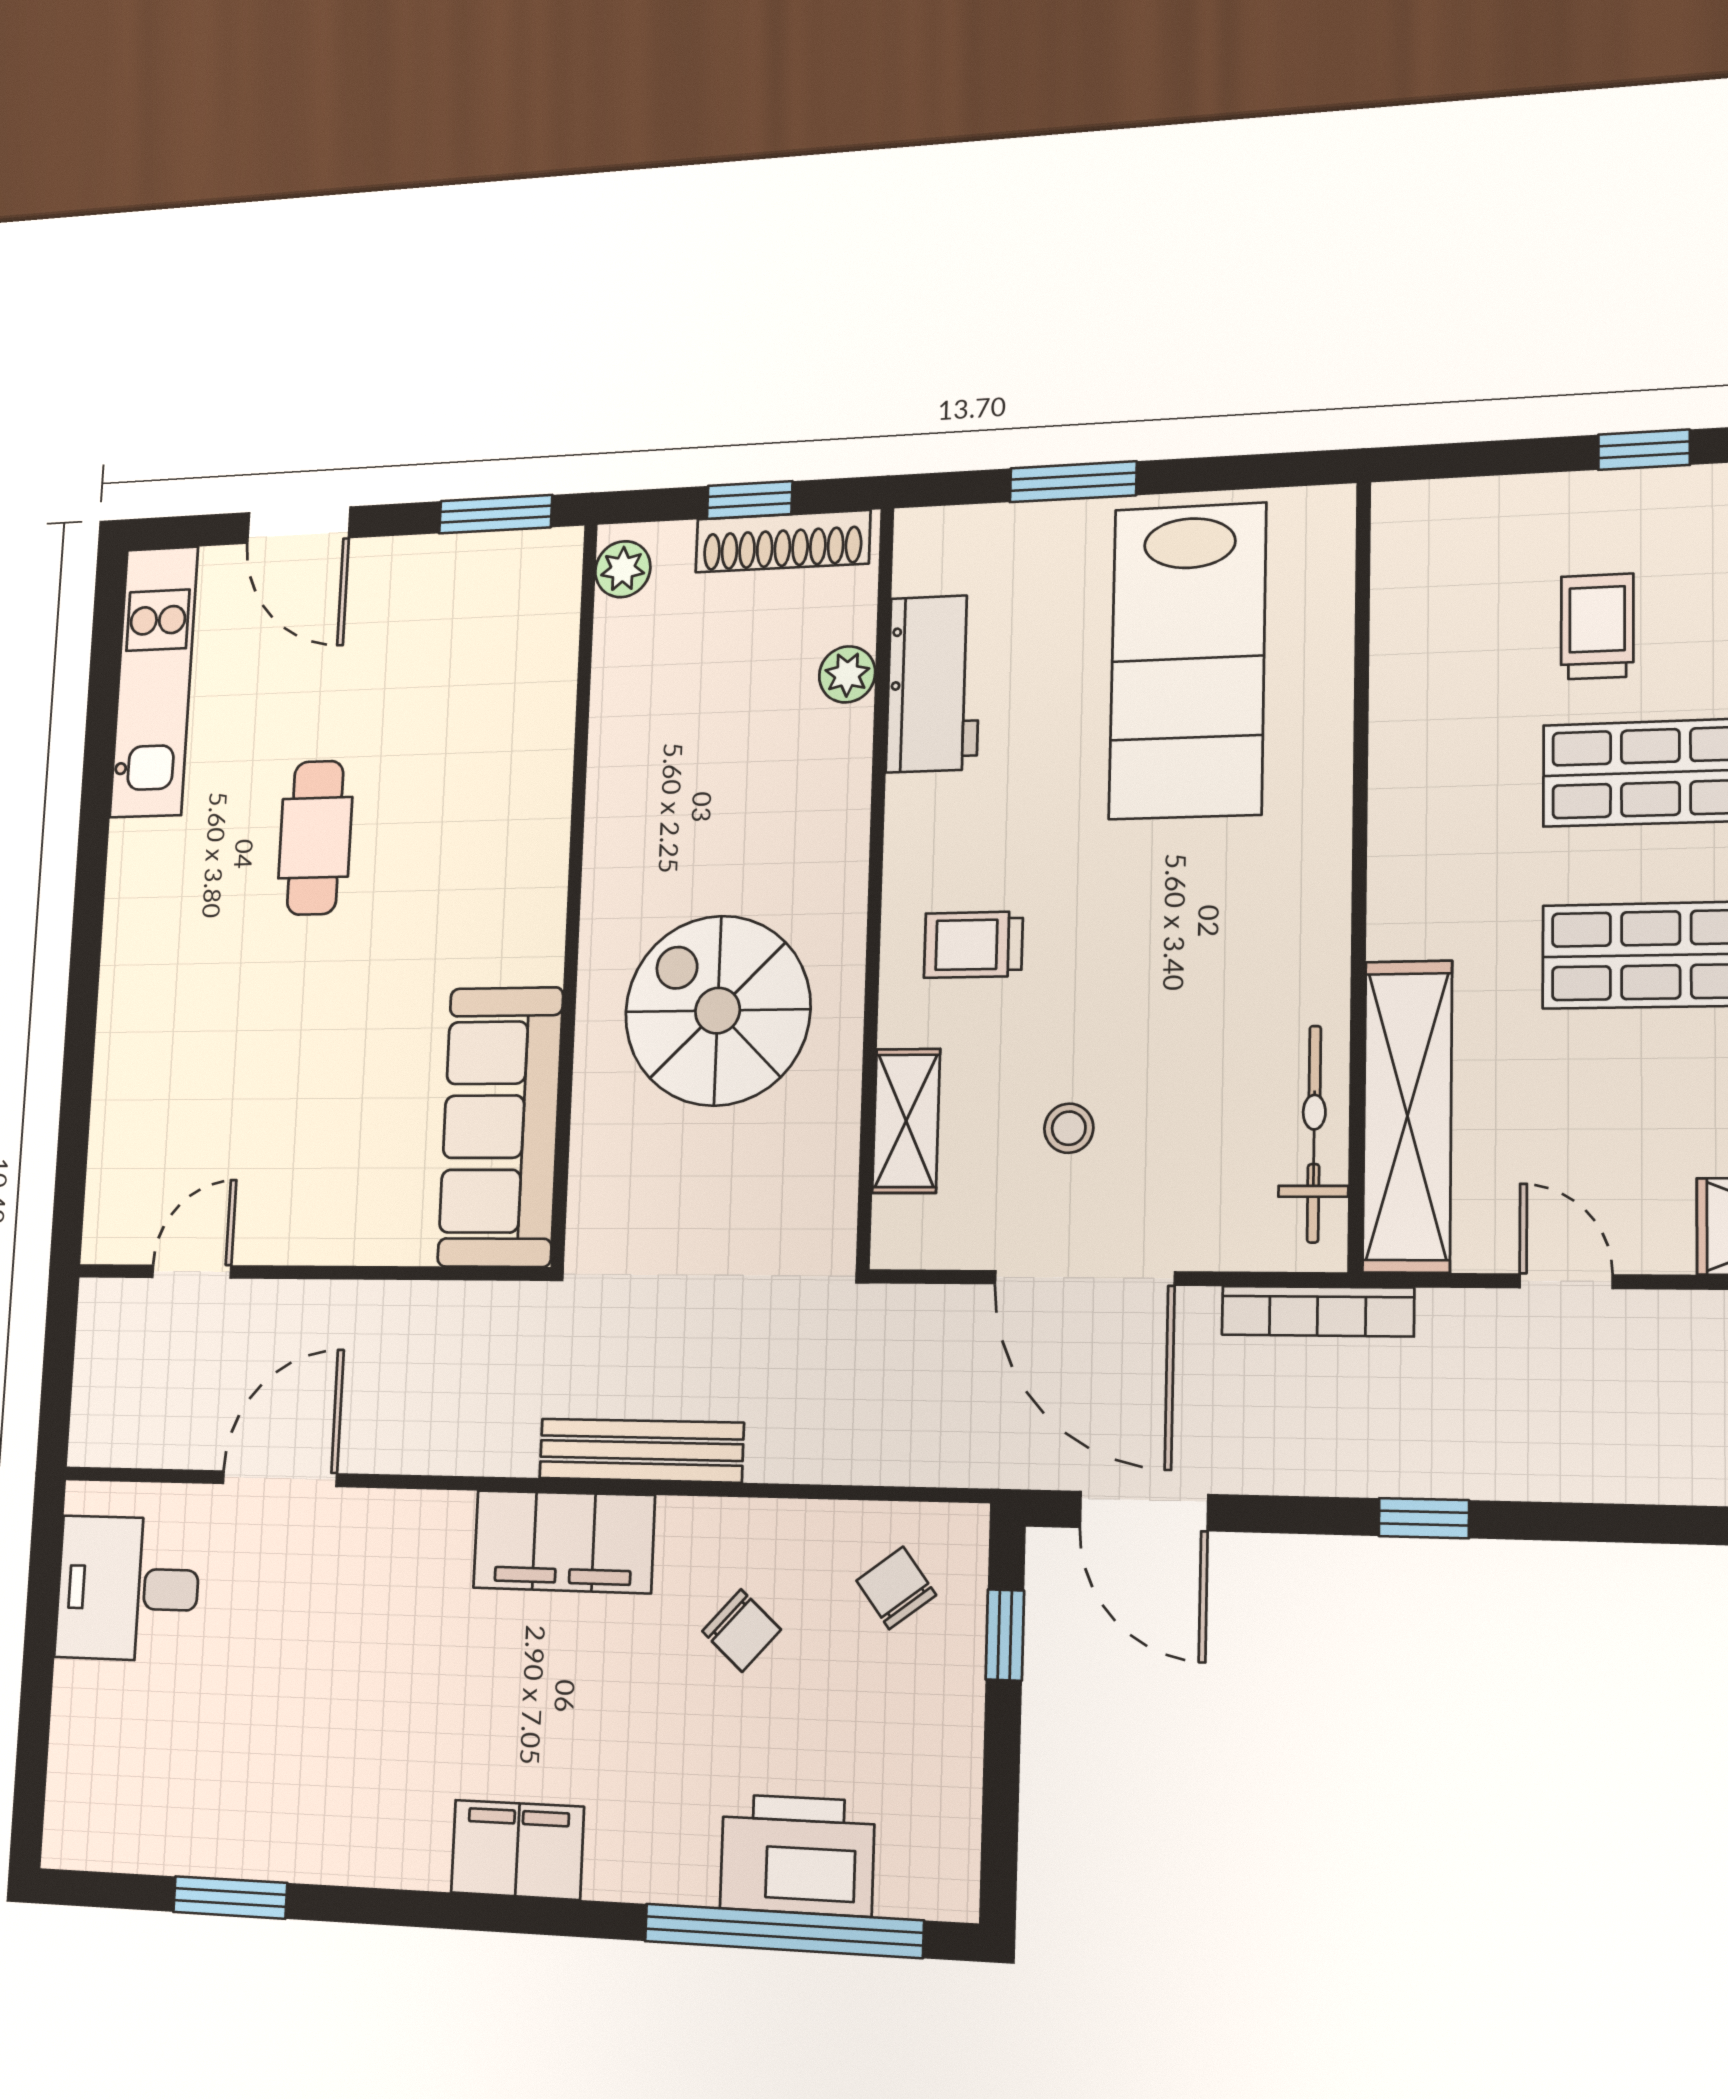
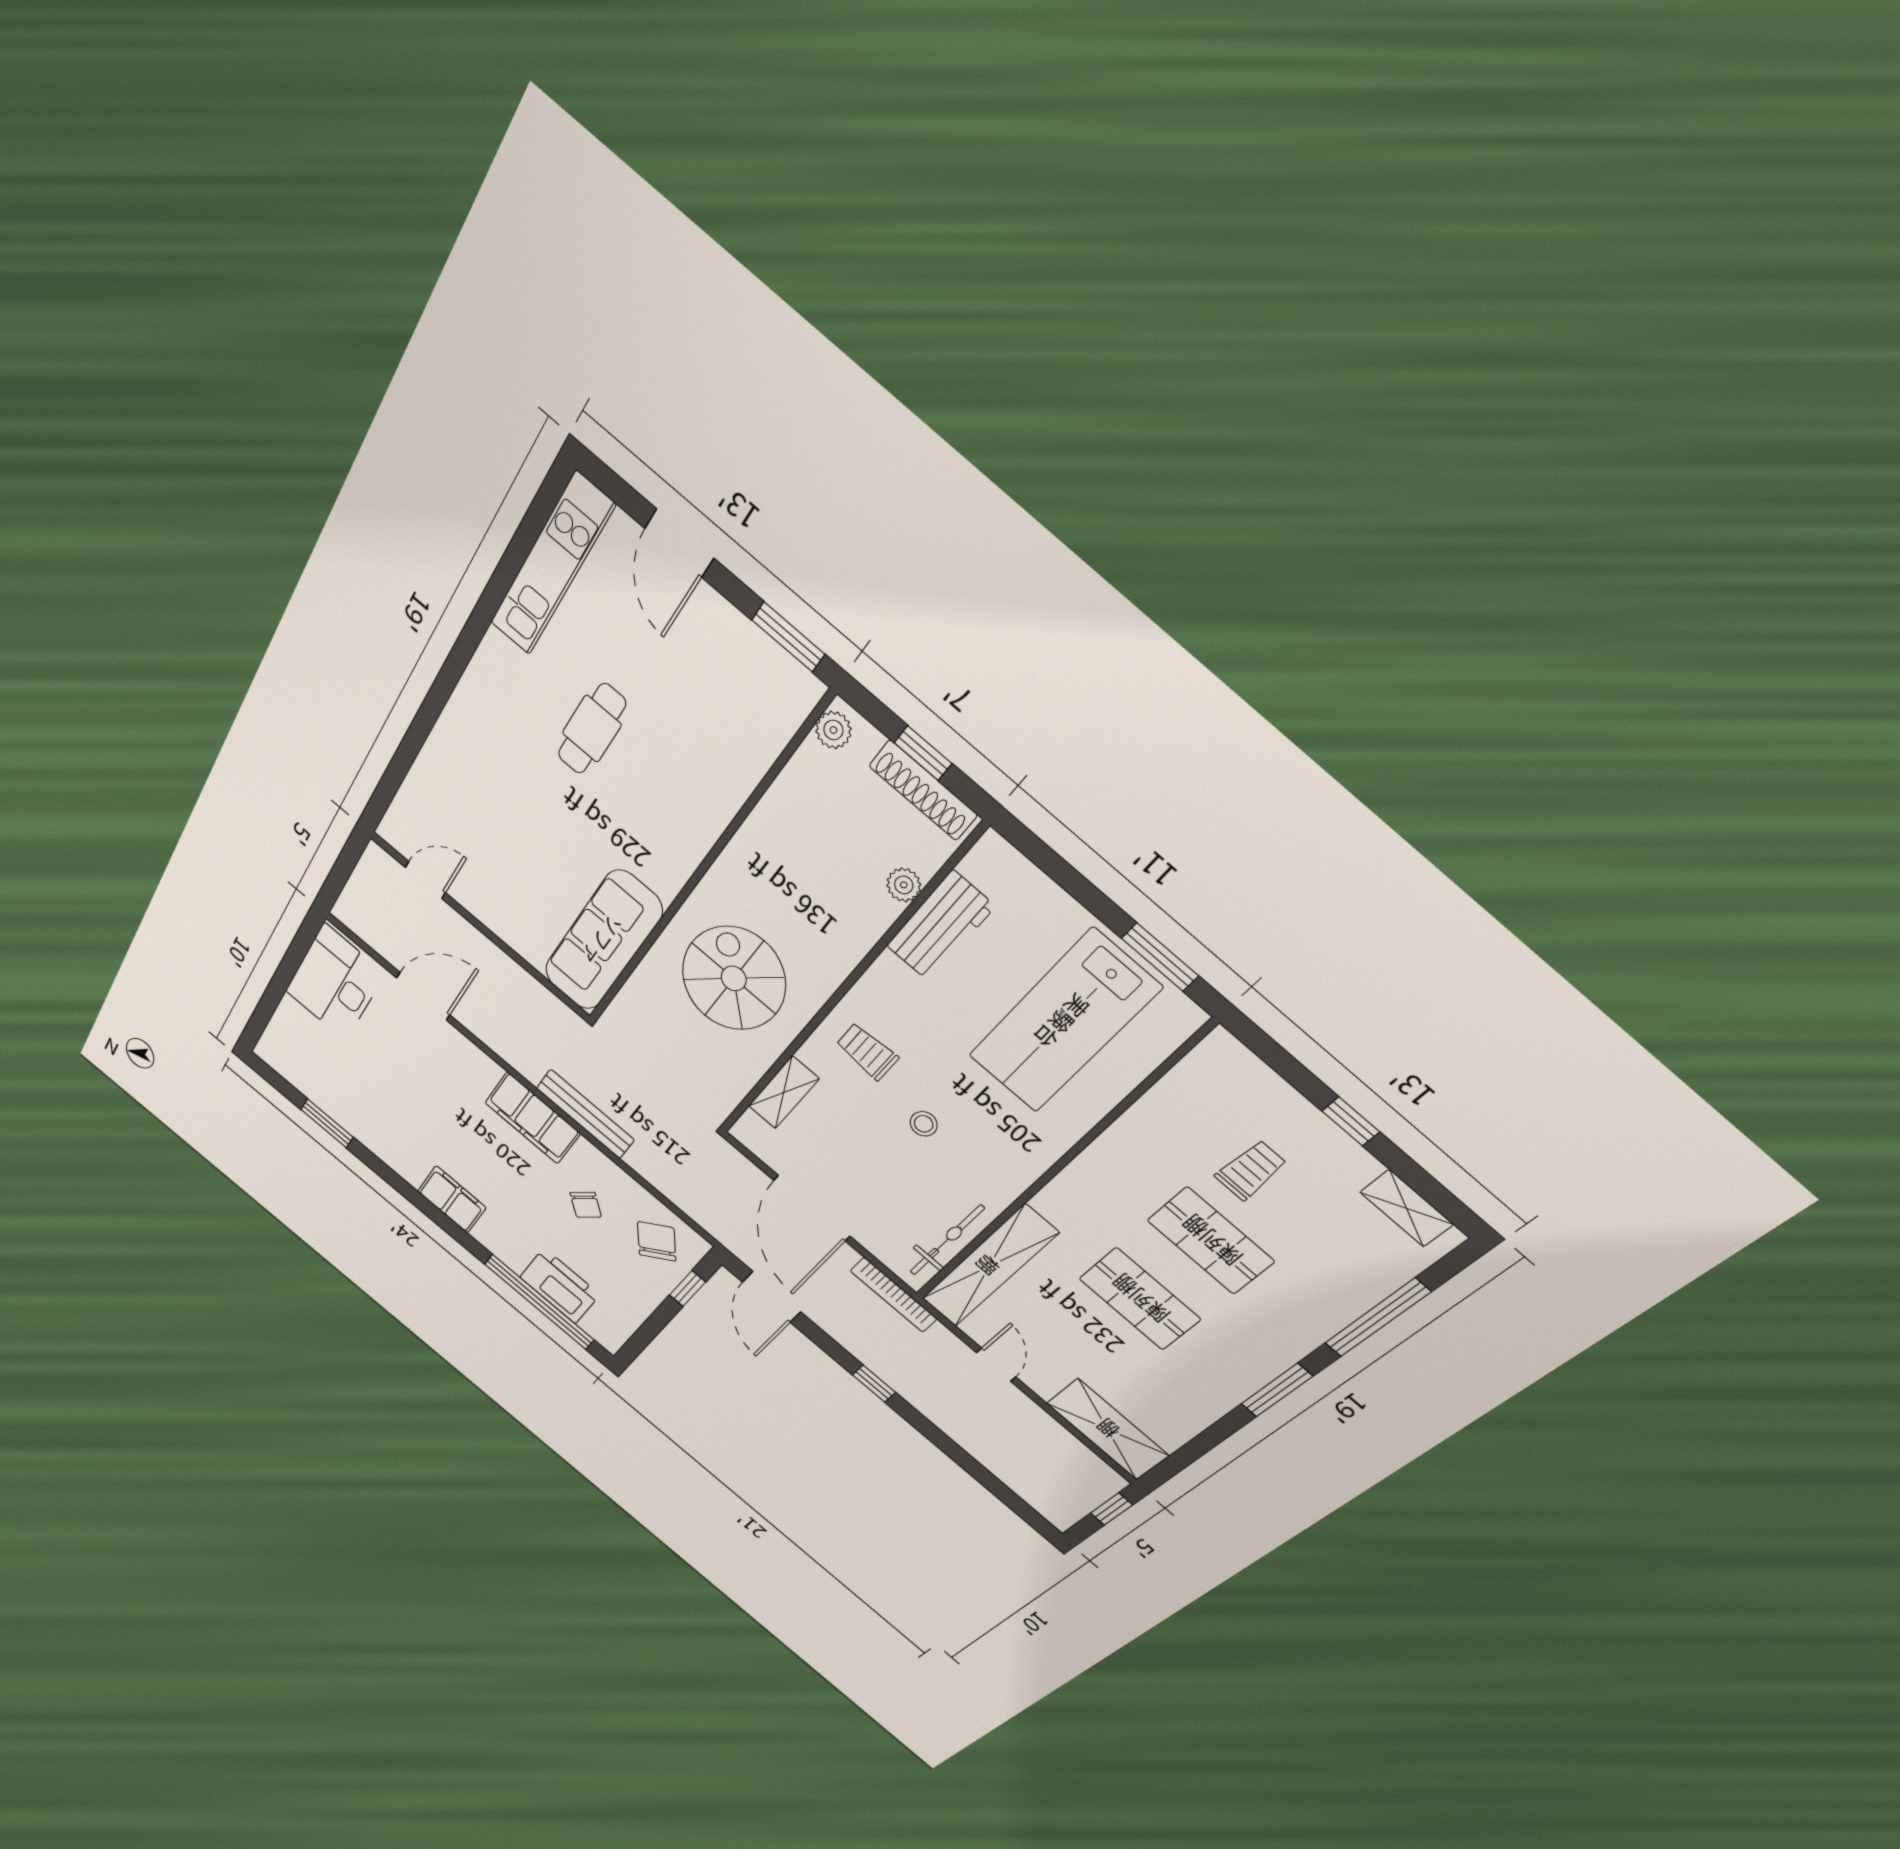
window: (1073, 482) -> (1160, 957), moved
stool: (1069, 1128) -> (924, 1124), moved
desk: (128, 1588) -> (335, 983), width x1.37
chair: (896, 1588) -> (657, 1241), width x1.37, depth x1.37

